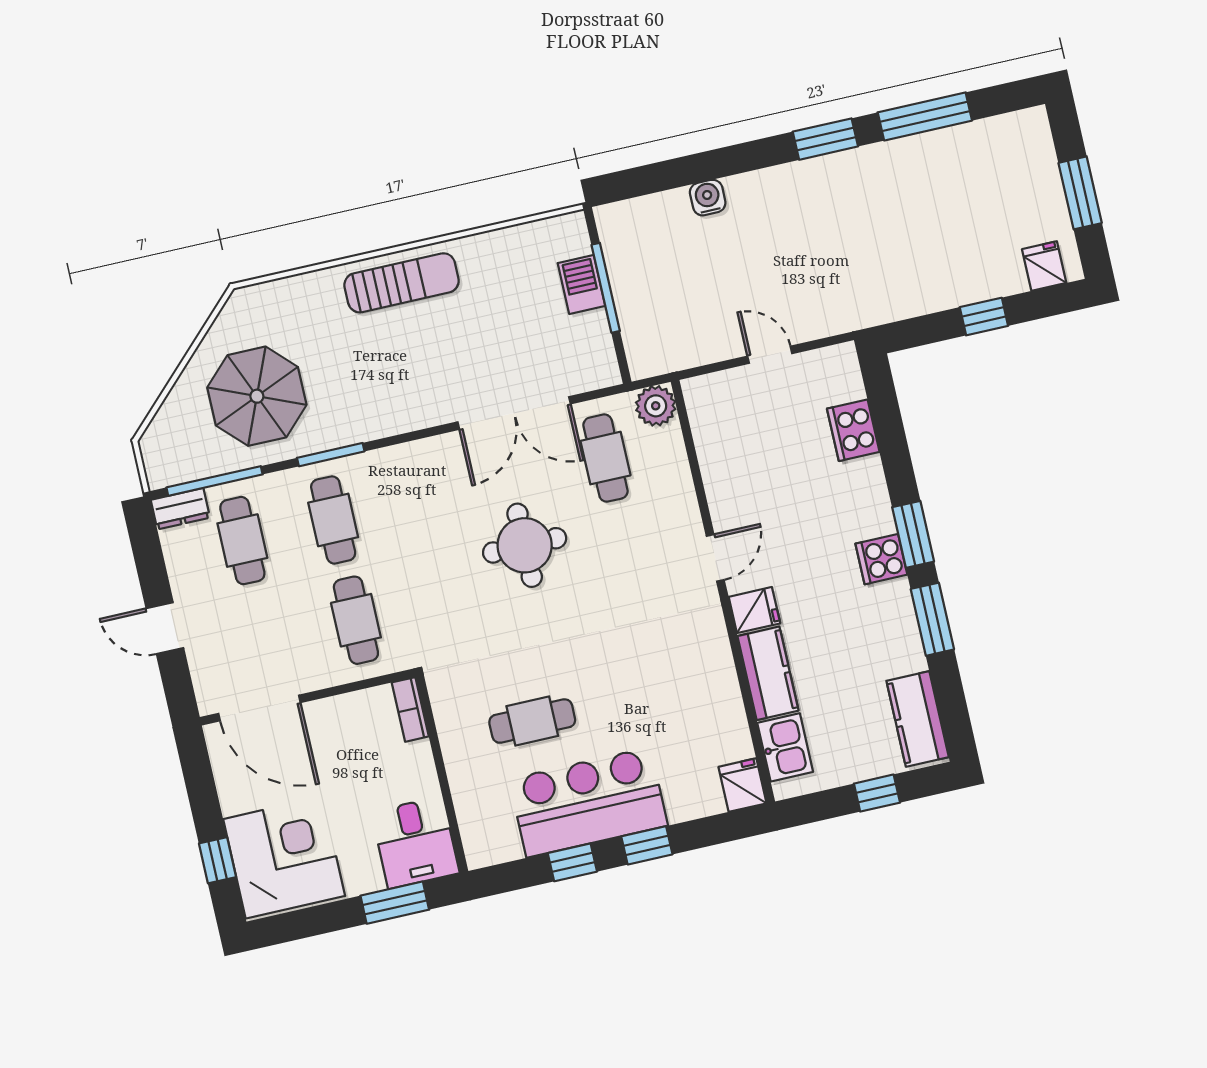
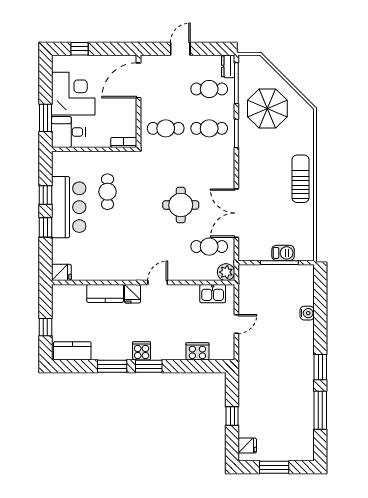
sun lounger: (402, 283) -> (301, 179), turned 180
door: (715, 558) -> (158, 282), swing flipped
kitchen sink: (785, 747) -> (213, 294), moved
corner desk: (284, 858) -> (73, 94), moved, turned -90

